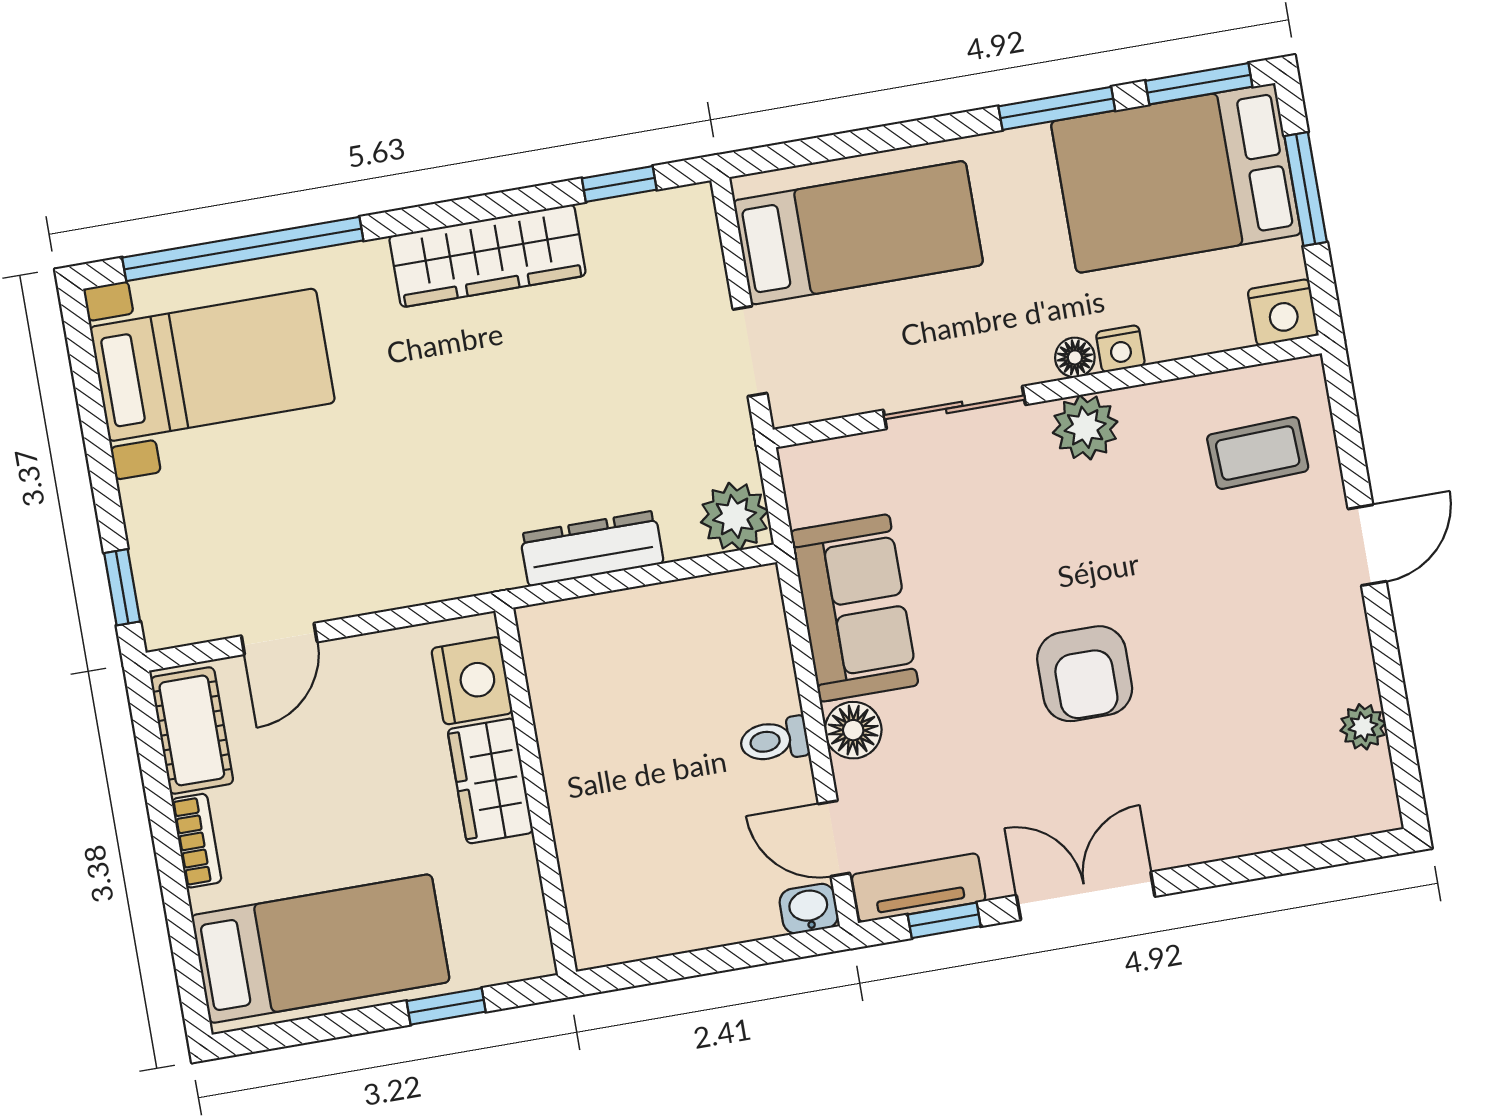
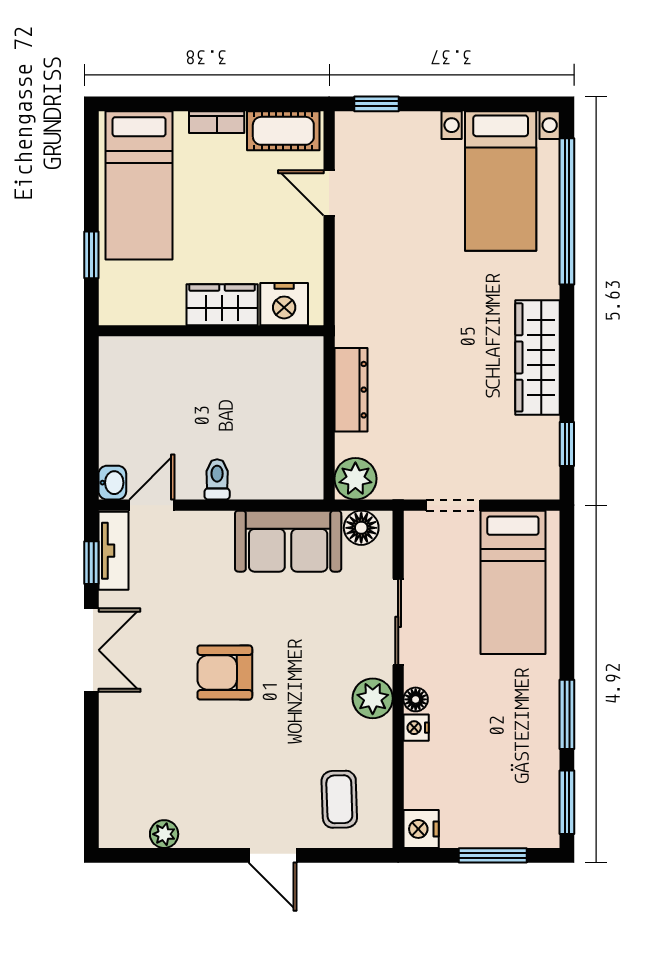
bed: (1176, 178) -> (513, 779), removed
floor lamp: (853, 730) -> (361, 528), moved

